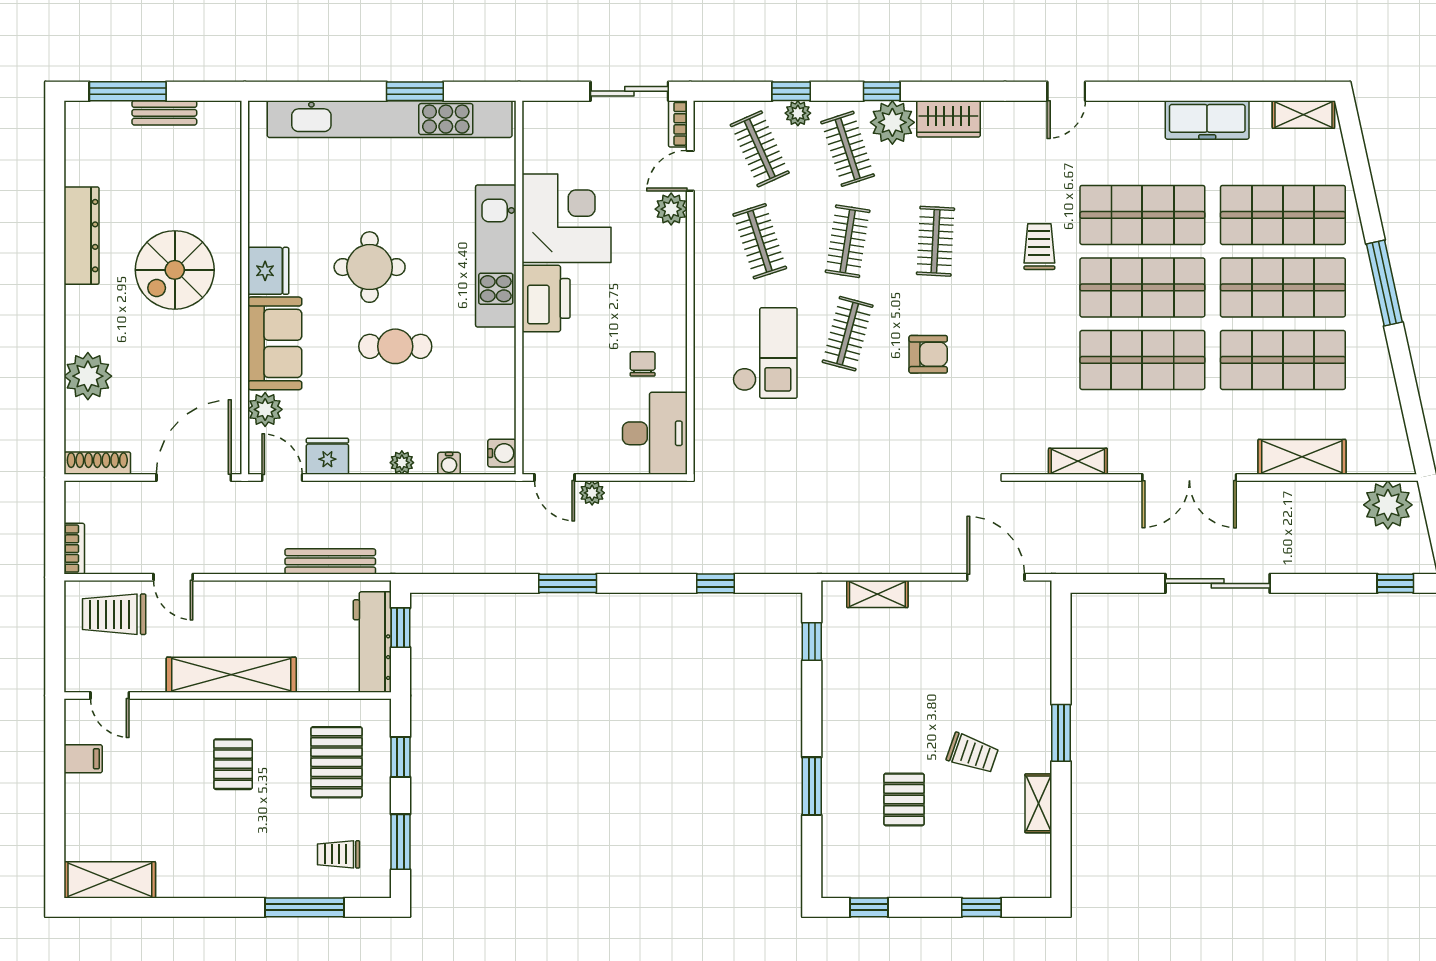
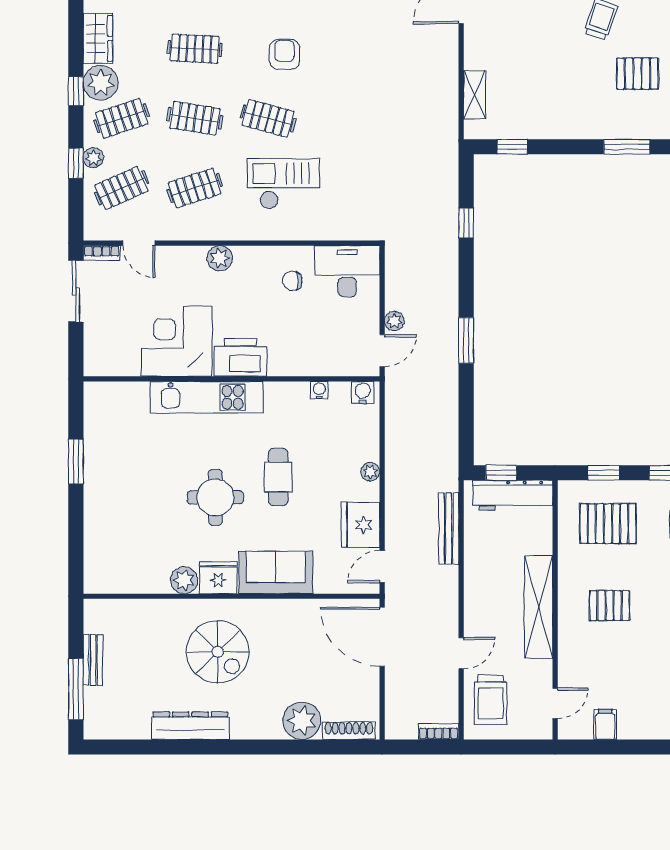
kitchen unit: (390, 119) -> (98, 481), removed
plant: (671, 209) -> (220, 258), moved
plant: (265, 409) -> (184, 580), moved
fridge: (327, 456) -> (360, 525), width x1.36, depth x1.34
shoe rack: (97, 463) -> (349, 731), moved, turned 90
water cooler: (449, 463) -> (319, 390), moved, turned -90

